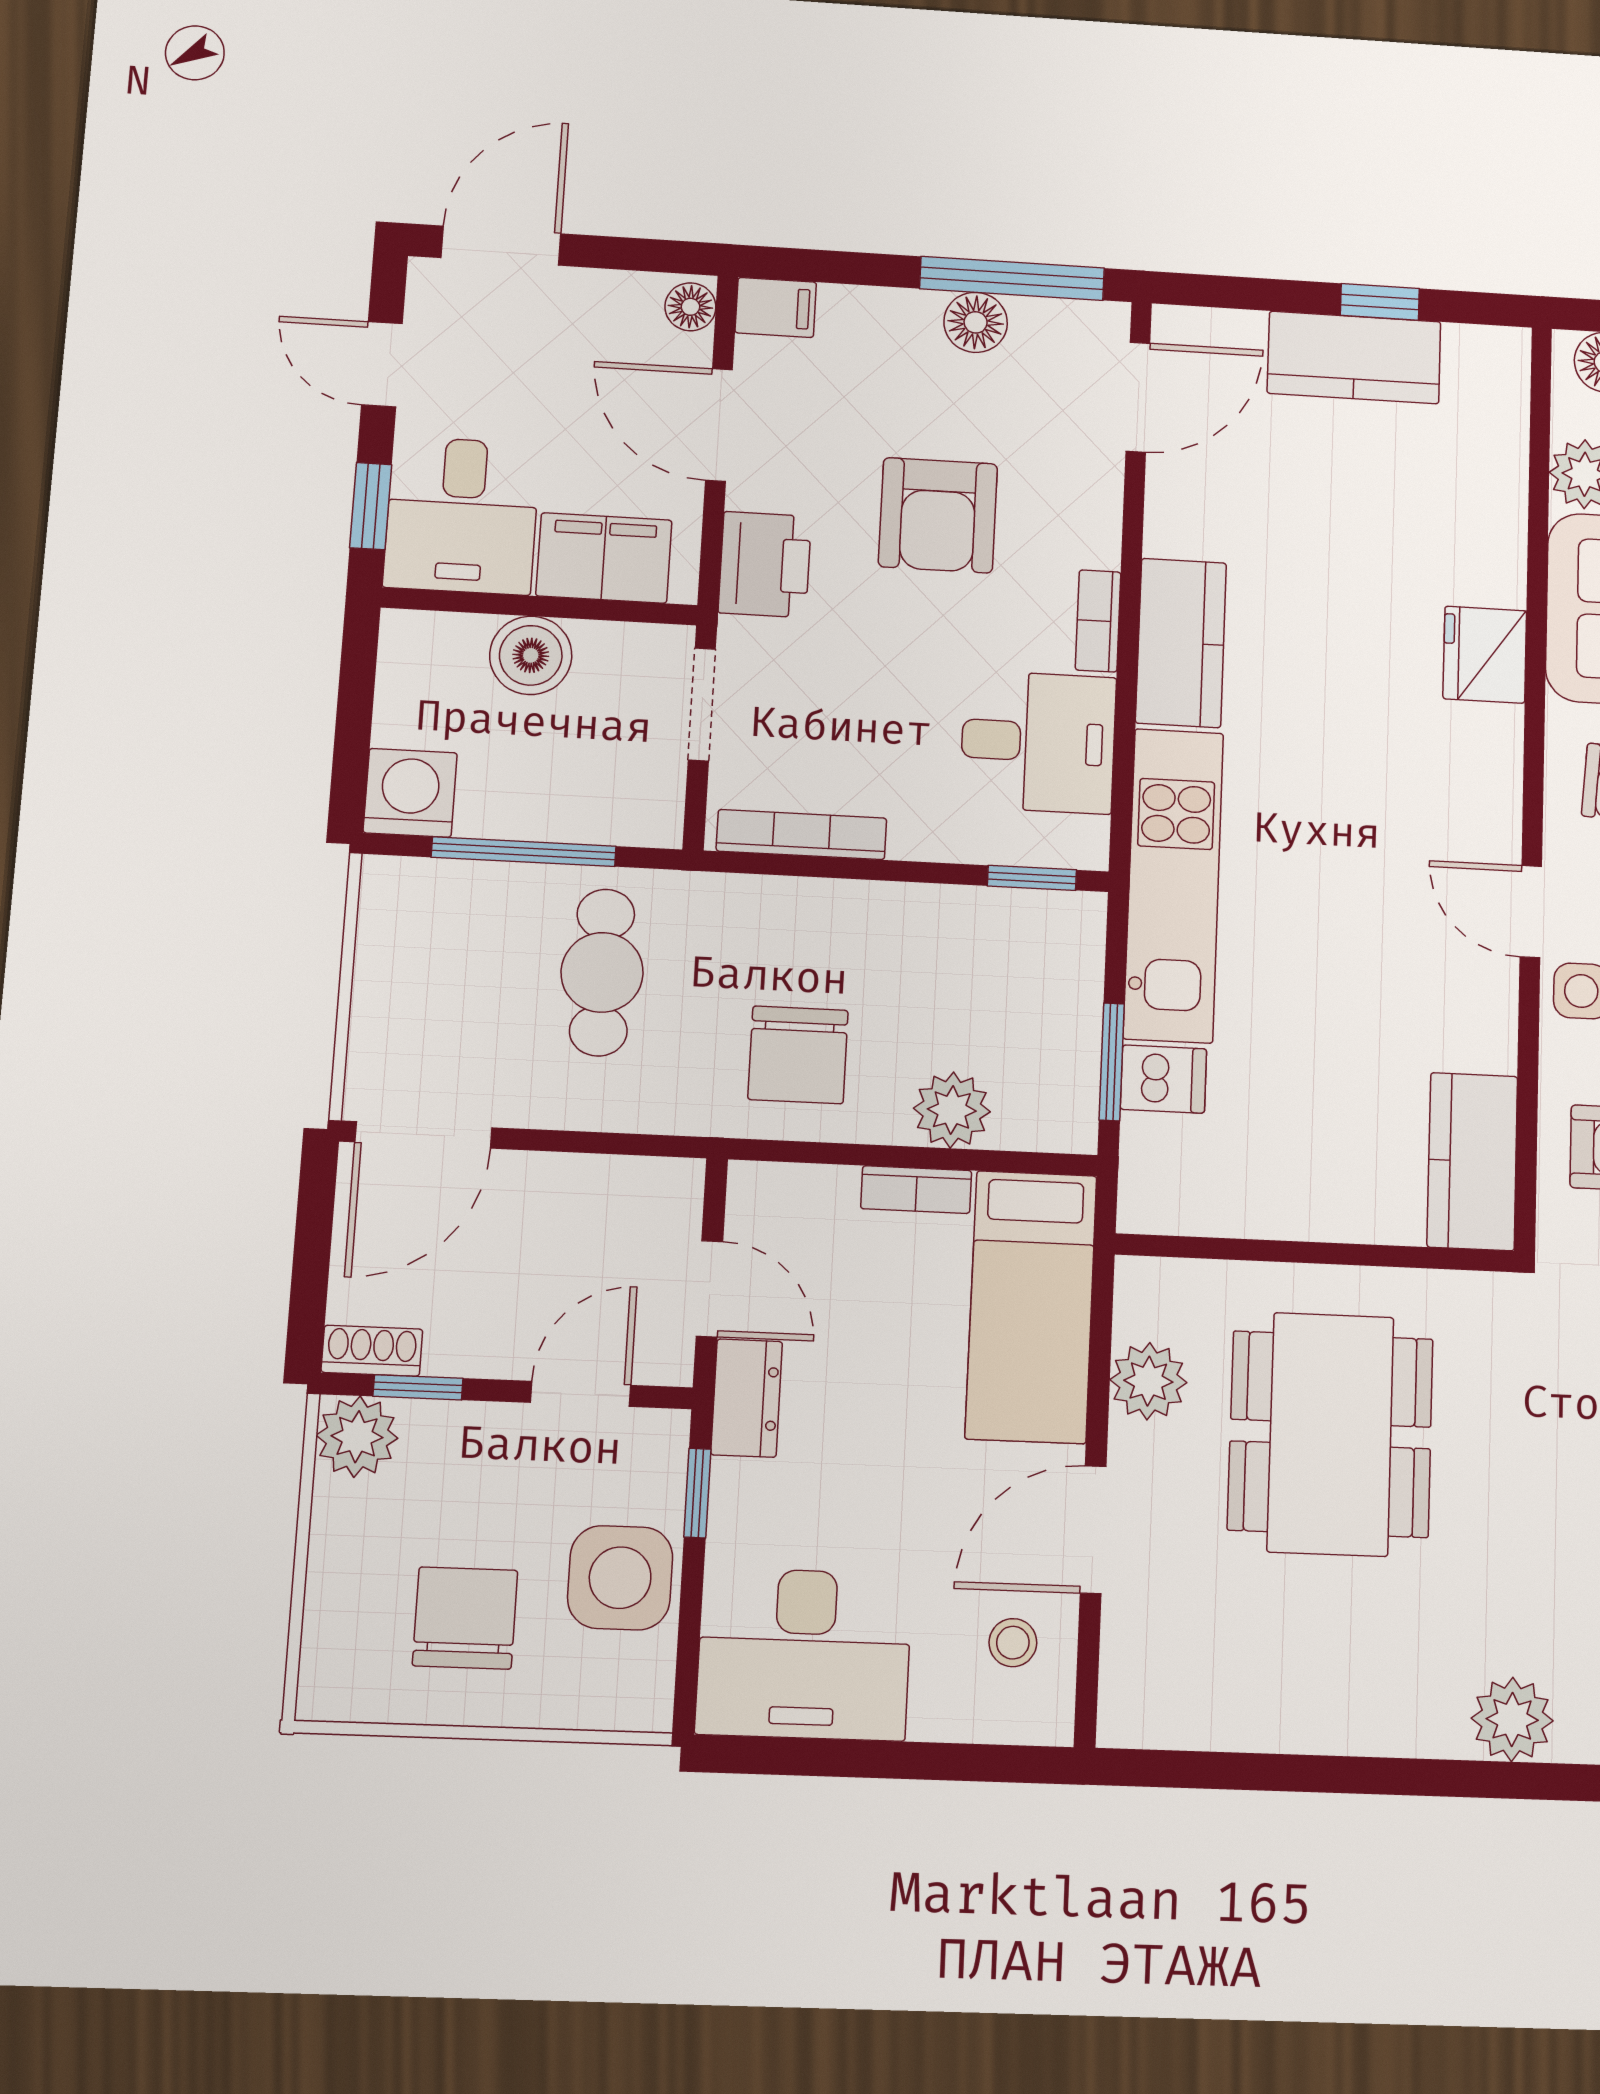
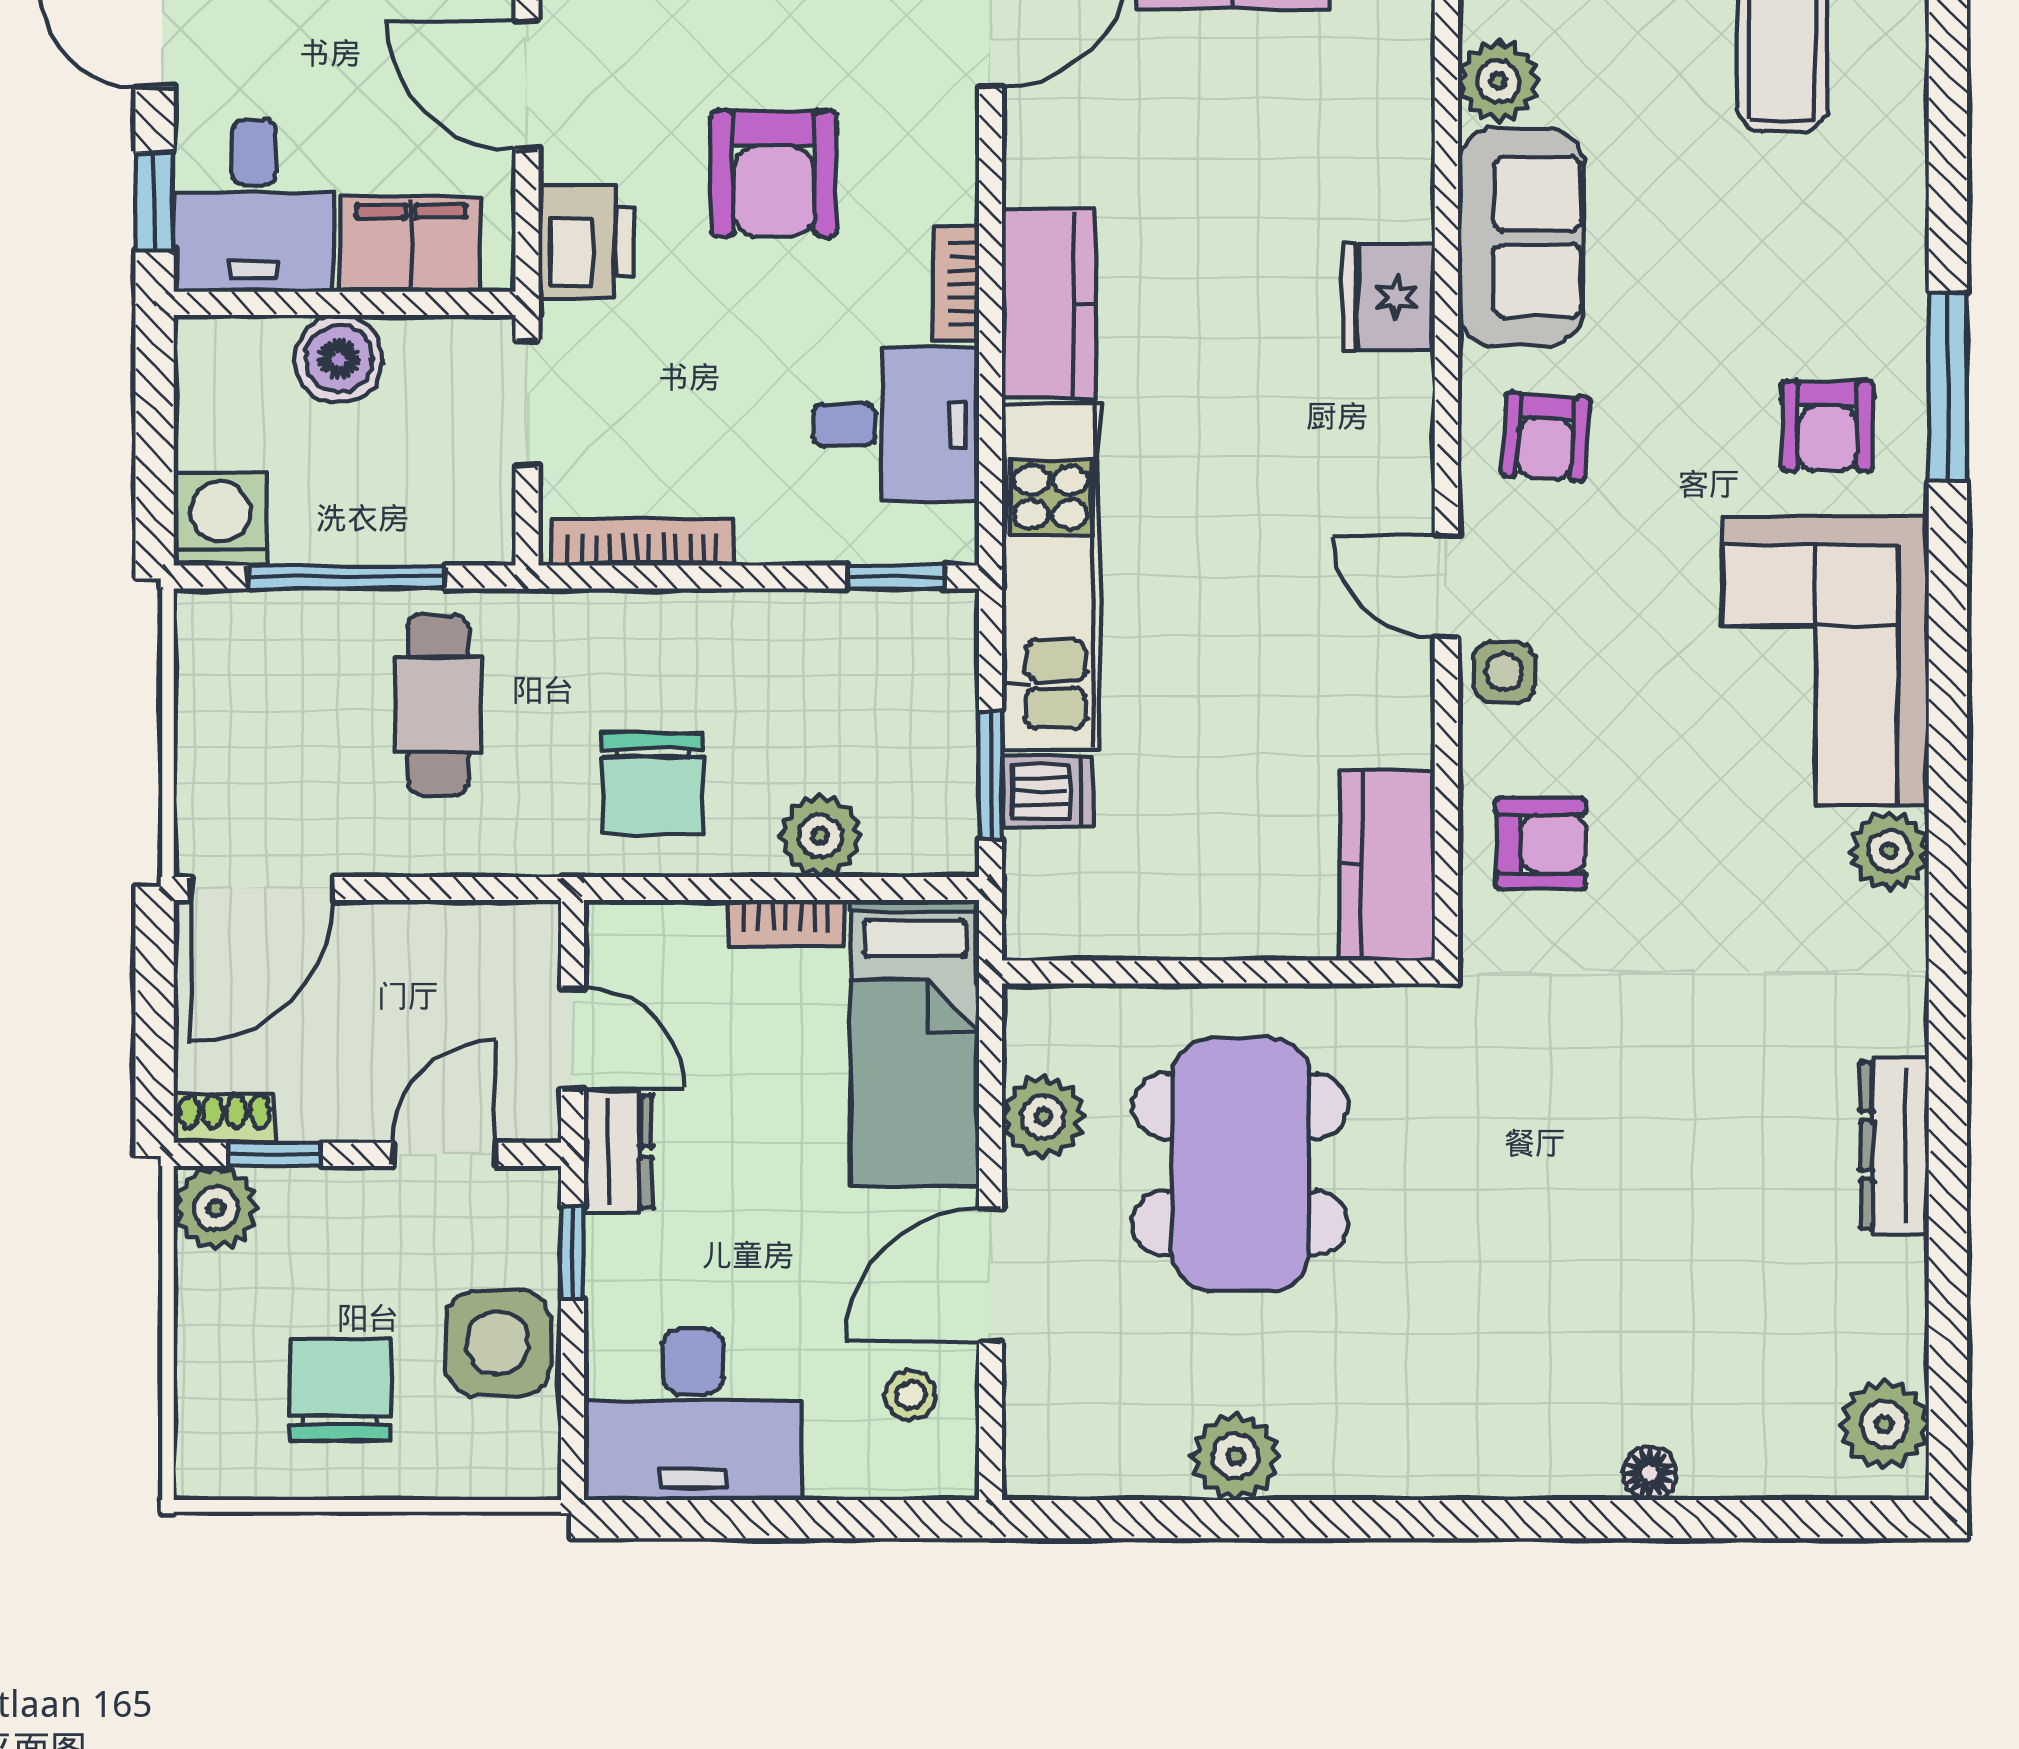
plant: (1512, 1719) -> (1236, 1456), moved

